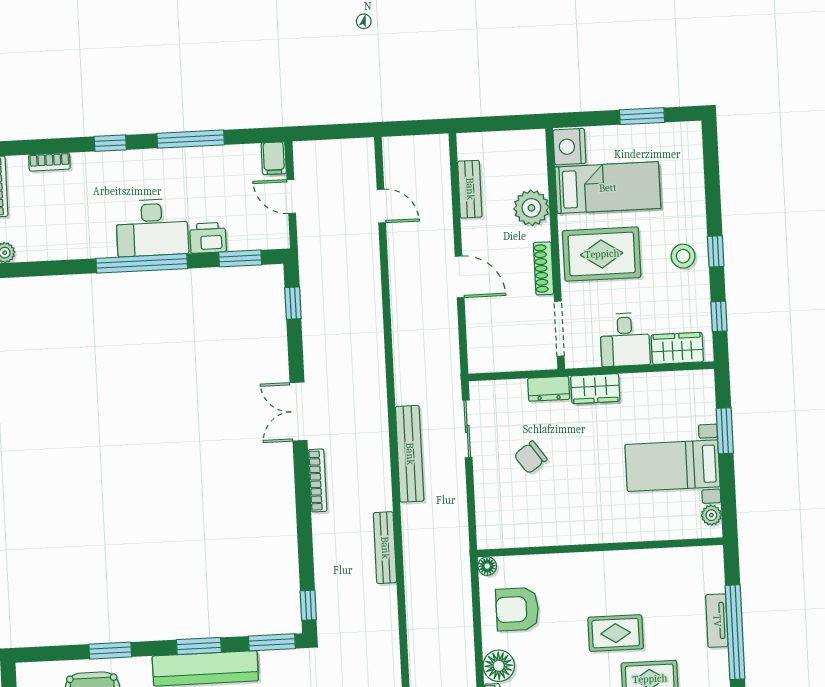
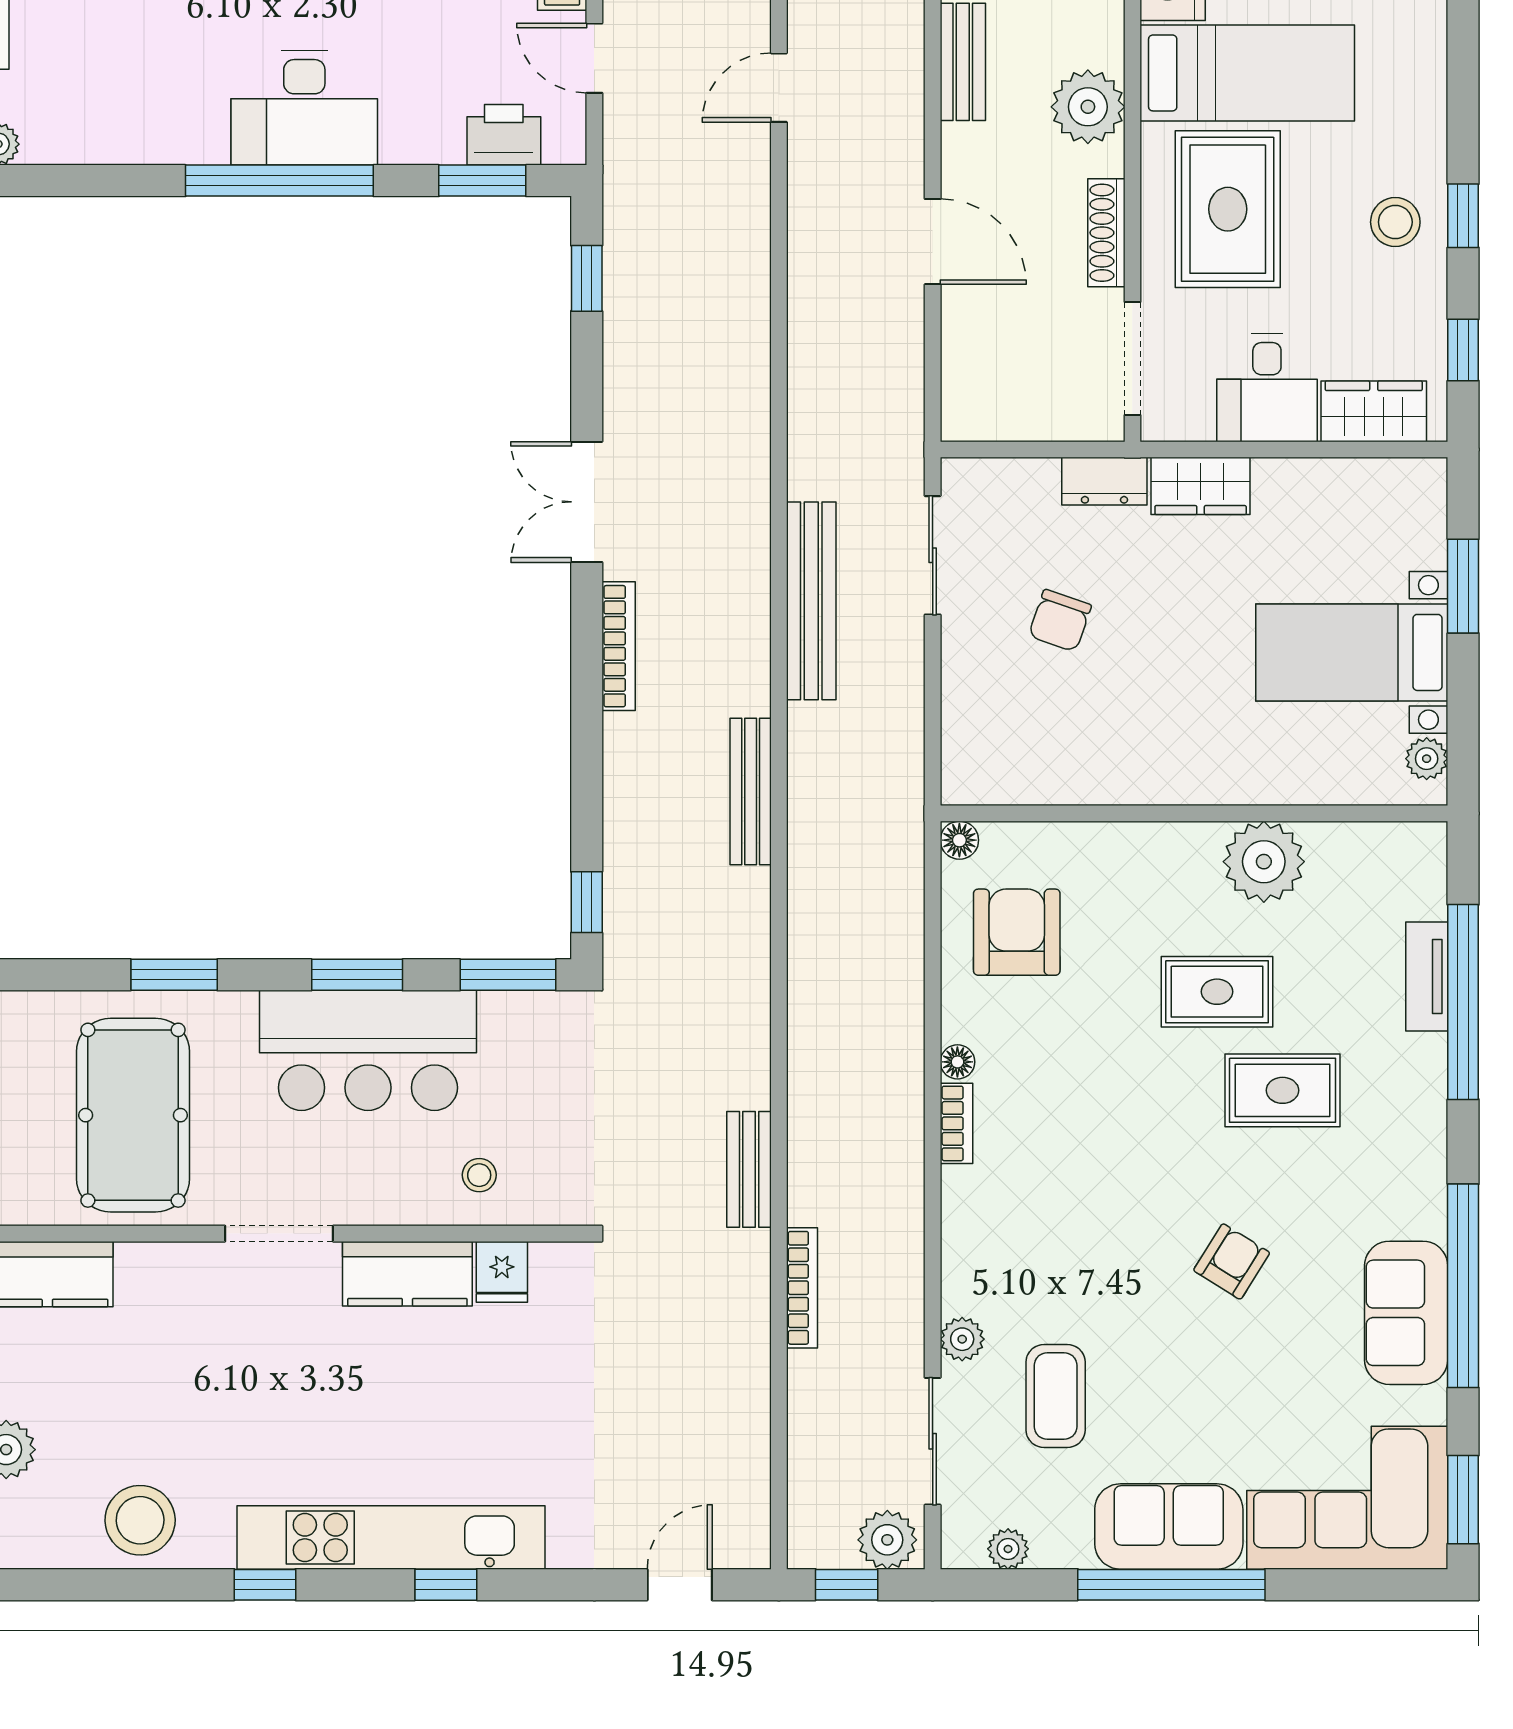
door: (381, 206) -> (779, 88), swing flipped
printer: (208, 238) -> (504, 135), moved
rug: (602, 254) -> (1228, 209), turned 90
chair: (530, 457) -> (1060, 621), turned -36
plant: (635, 569) -> (1264, 862), added
armchair: (517, 609) -> (1017, 932), turned 90
floor lamp: (499, 666) -> (957, 1062), width x0.53, depth x0.53

